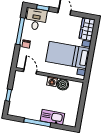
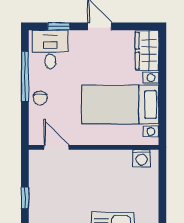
washing machine: (52, 81) -> (142, 158), moved
boiler: (63, 84) -> (121, 160), removed

